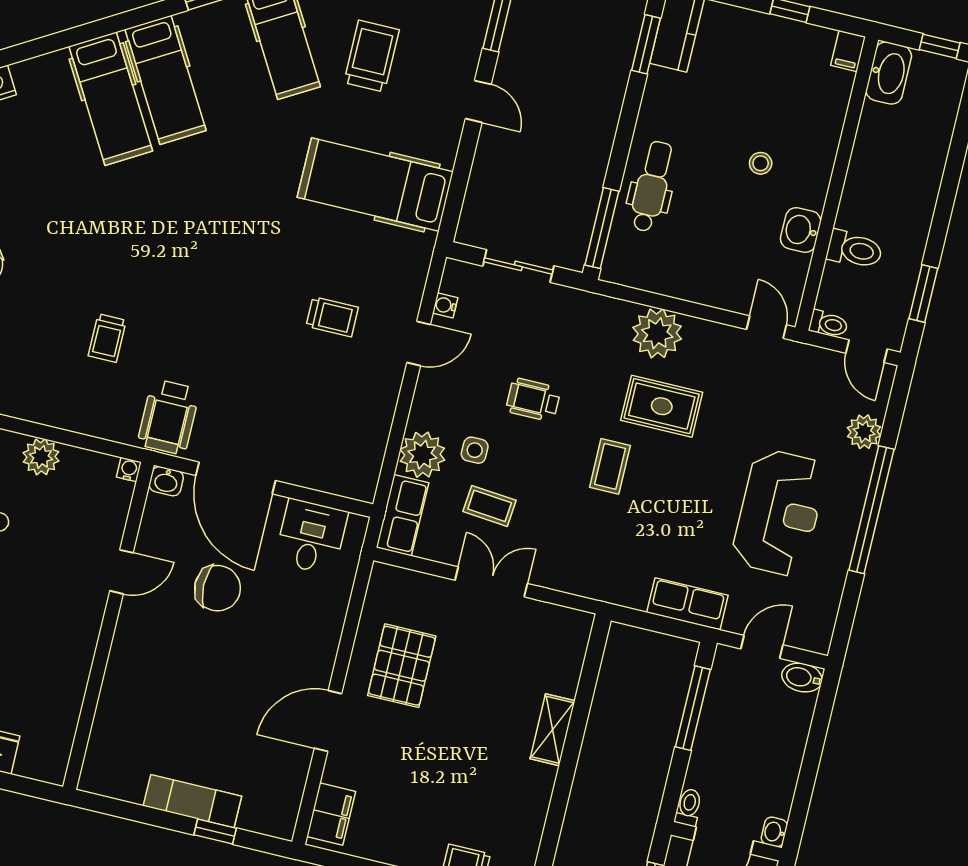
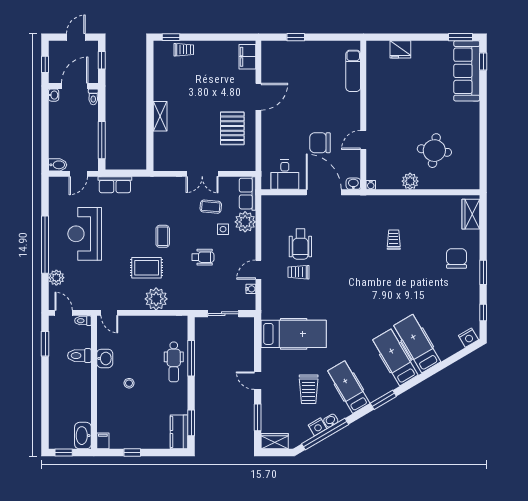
window: (602, 228) -> (191, 358), moved
wheelchair: (169, 417) -> (300, 244), moved, turned 180
exam couch: (192, 801) -> (353, 71), moved, turned 90

